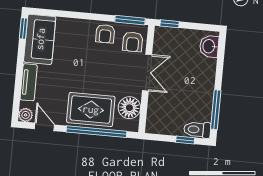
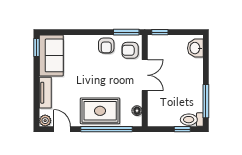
armchair: (133, 42) -> (130, 50), turned 90
floor lamp: (129, 108) -> (137, 111), width x0.53, depth x0.53

